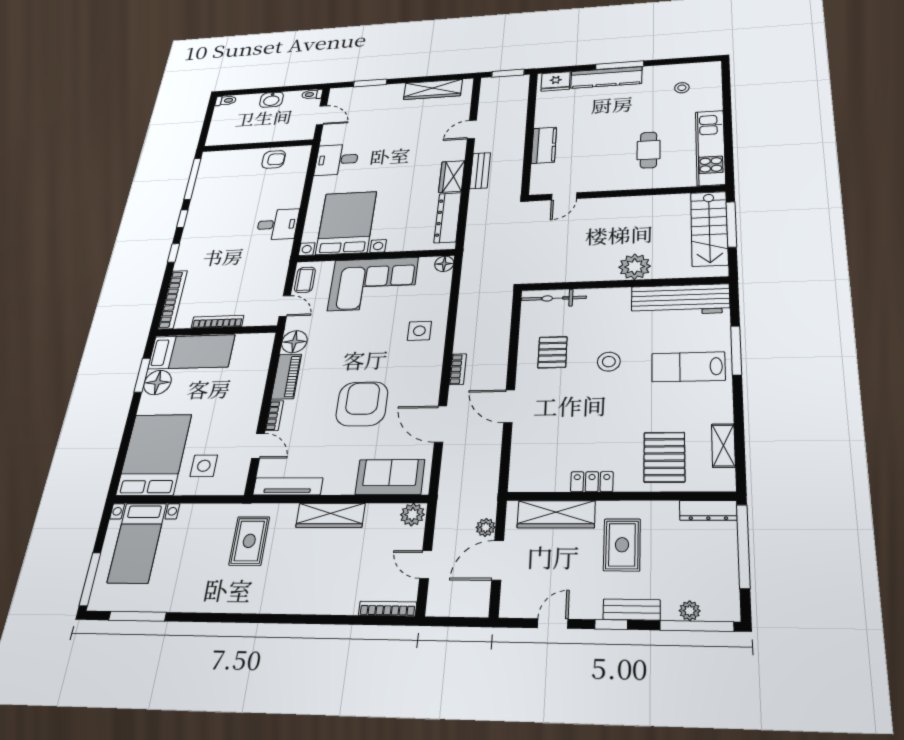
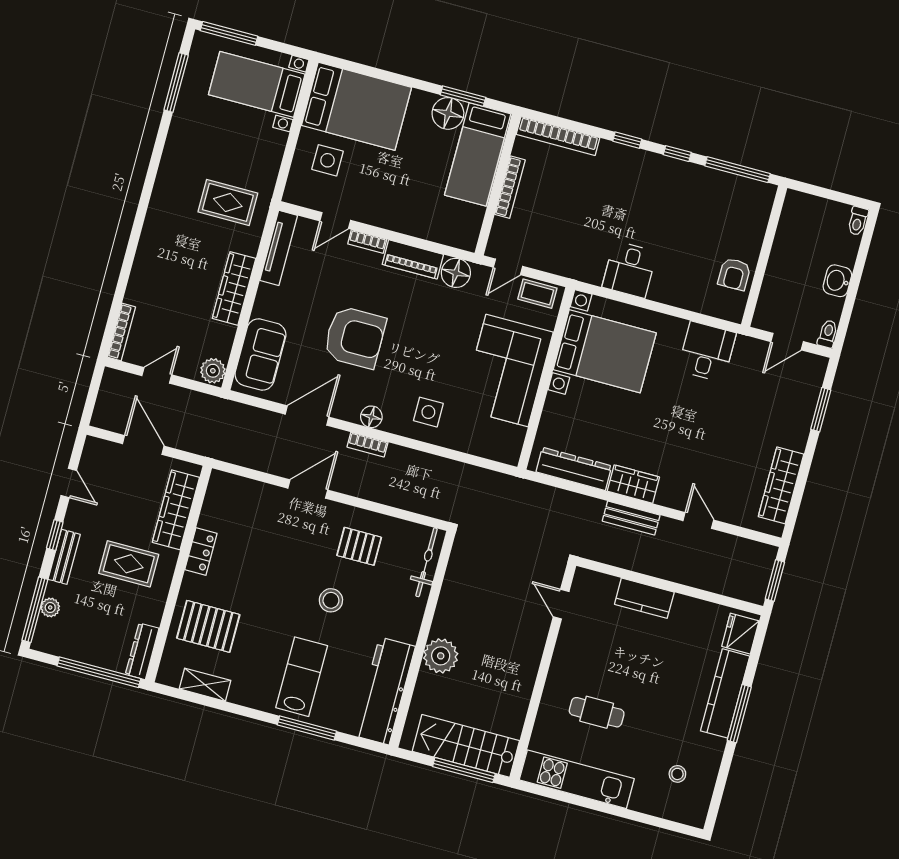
floor lamp: (444, 264) -> (371, 417), moved
plant: (486, 527) -> (180, 440), removed

